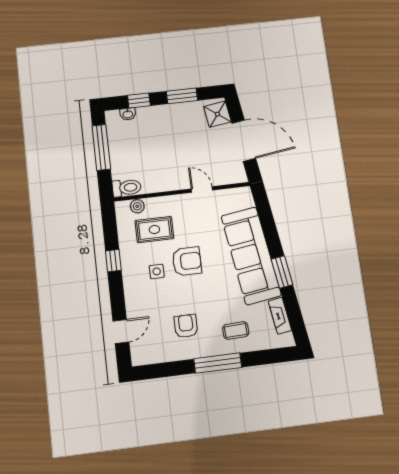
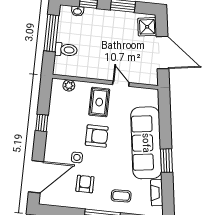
toilet: (127, 188) -> (66, 50), moved
rug: (154, 230) -> (99, 102), moved, turned 90
side table: (157, 271) -> (77, 157), moved
door: (121, 331) -> (36, 177), width x1.88

